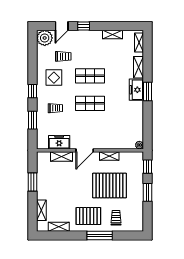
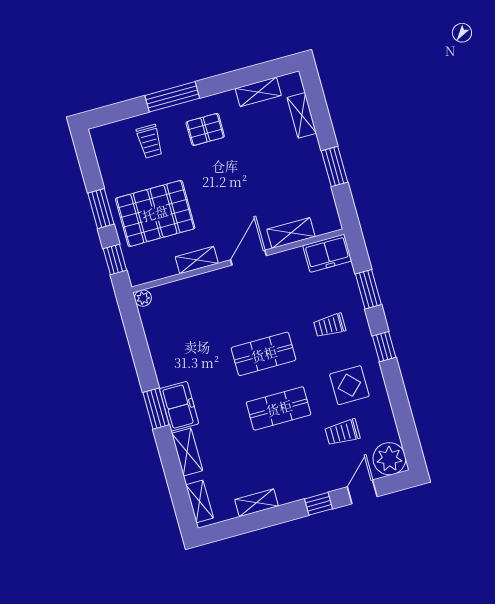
freezer: (59, 142) -> (327, 253), moved
pallet: (110, 185) -> (155, 213), moved
pallet: (88, 216) -> (205, 129), width x0.67, depth x0.71

